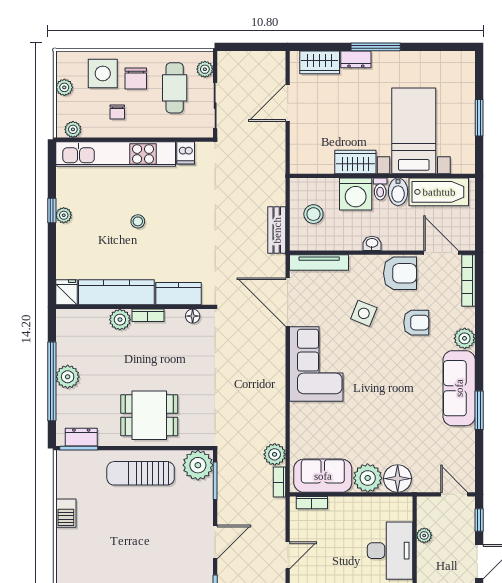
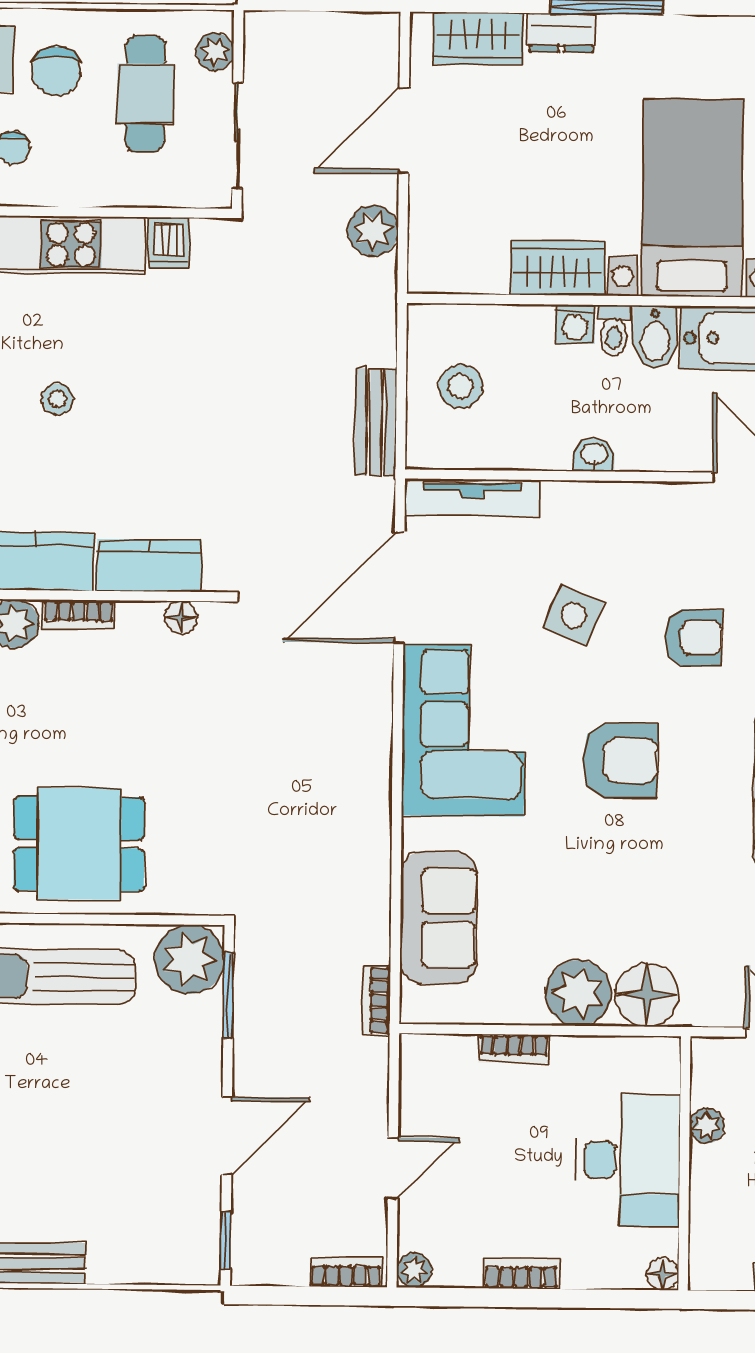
washing machine: (356, 194) -> (575, 324), width x0.53, depth x0.53
armchair: (400, 273) -> (620, 760), moved
door: (288, 302) -> (399, 588), hinge flipped
plant: (275, 454) -> (373, 231), moved
sofa: (323, 476) -> (439, 918), moved, turned 90
bookcase: (312, 503) -> (514, 1049), moved

